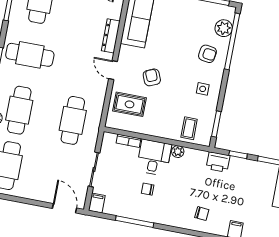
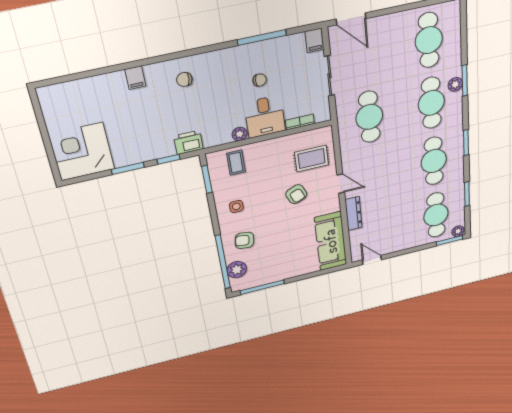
cafe table: (30, 55) -> (434, 161), turned 90

